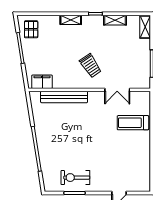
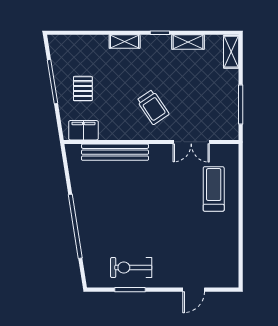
pallet: (31, 29) -> (83, 89), moved
treadmill: (133, 123) -> (214, 189), turned 90

